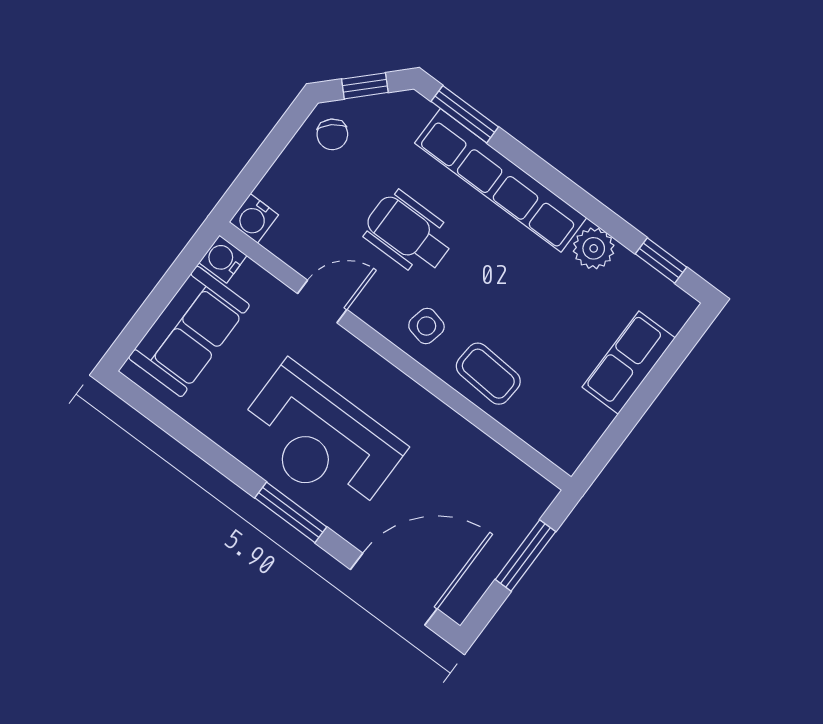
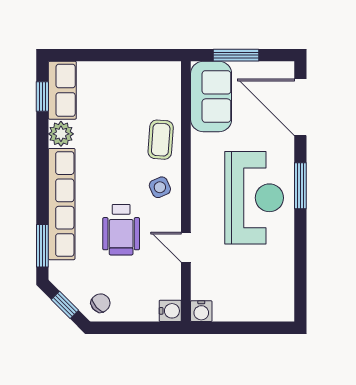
side table: (426, 326) -> (160, 187), turned -37
sofa: (189, 331) -> (211, 96), moved, turned 90
row of seats: (629, 363) -> (62, 90), moved, turned -90

